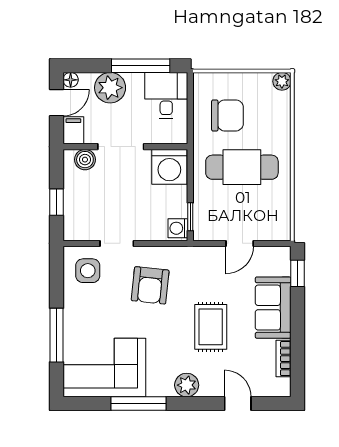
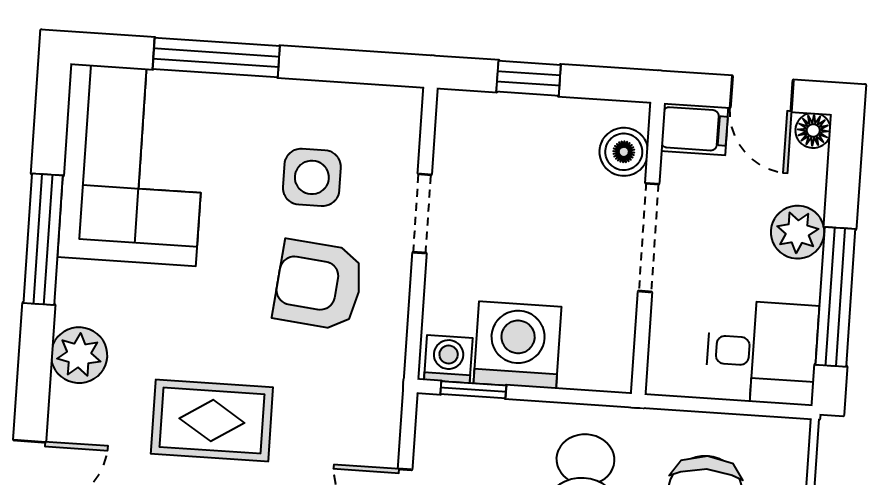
plant: (110, 88) -> (798, 232), width x0.73, depth x0.73
washing machine: (169, 167) -> (518, 345), moved, turned 90
side table: (88, 271) -> (312, 177), moved

